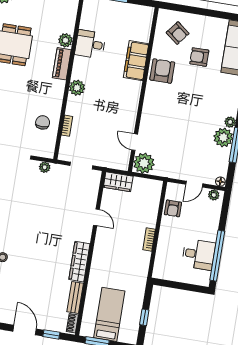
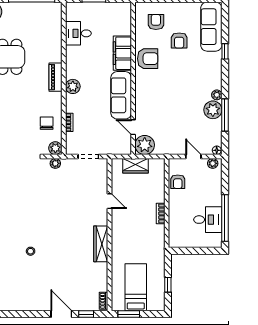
armchair: (178, 33) -> (156, 22), turned -128
plant: (65, 40) -> (55, 148), moved
desk: (90, 44) -> (78, 33), moved
armchair: (199, 57) -> (179, 40), turned -90
piano: (62, 64) -> (55, 77), moved
armchair: (162, 71) -> (148, 59), turned 90
sofa: (127, 106) -> (121, 95), added
wardrobe: (118, 182) -> (136, 166), moved
door: (194, 184) -> (193, 156), swing flipped
bench: (75, 297) -> (102, 277), removed

